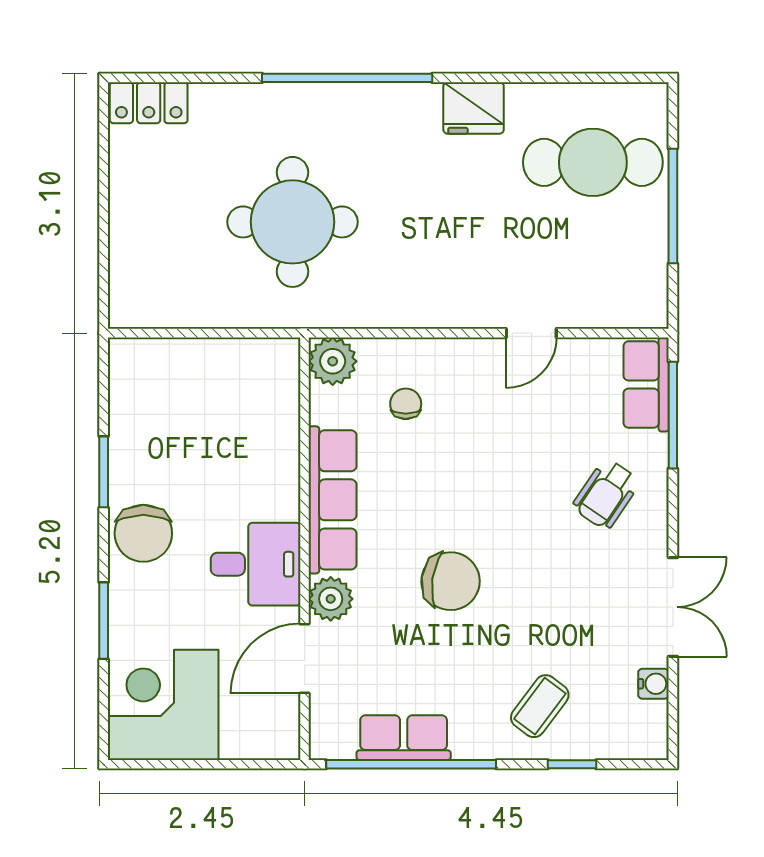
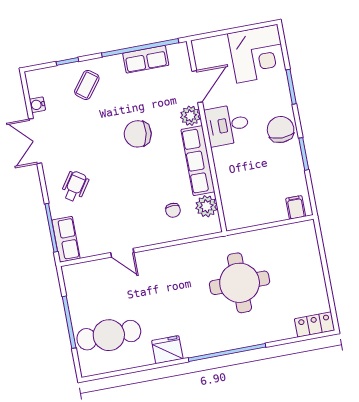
door: (531, 333) -> (122, 253), swing flipped
filing cabinet: (142, 361) -> (296, 207), added
plant: (333, 361) -> (206, 206), moved

